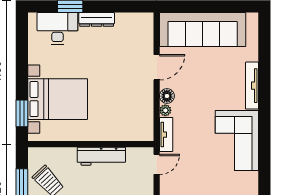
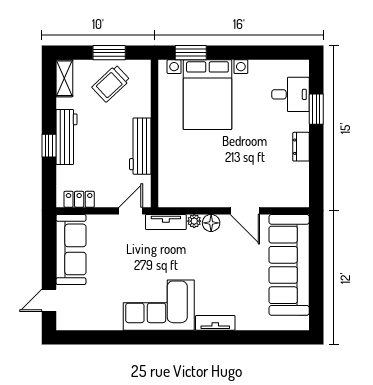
dresser: (97, 19) -> (301, 147), width x0.70
desk: (57, 28) -> (291, 94), width x0.73
tv unit: (252, 86) -> (215, 323), width x0.71
door: (157, 164) -> (131, 211), swing flipped

